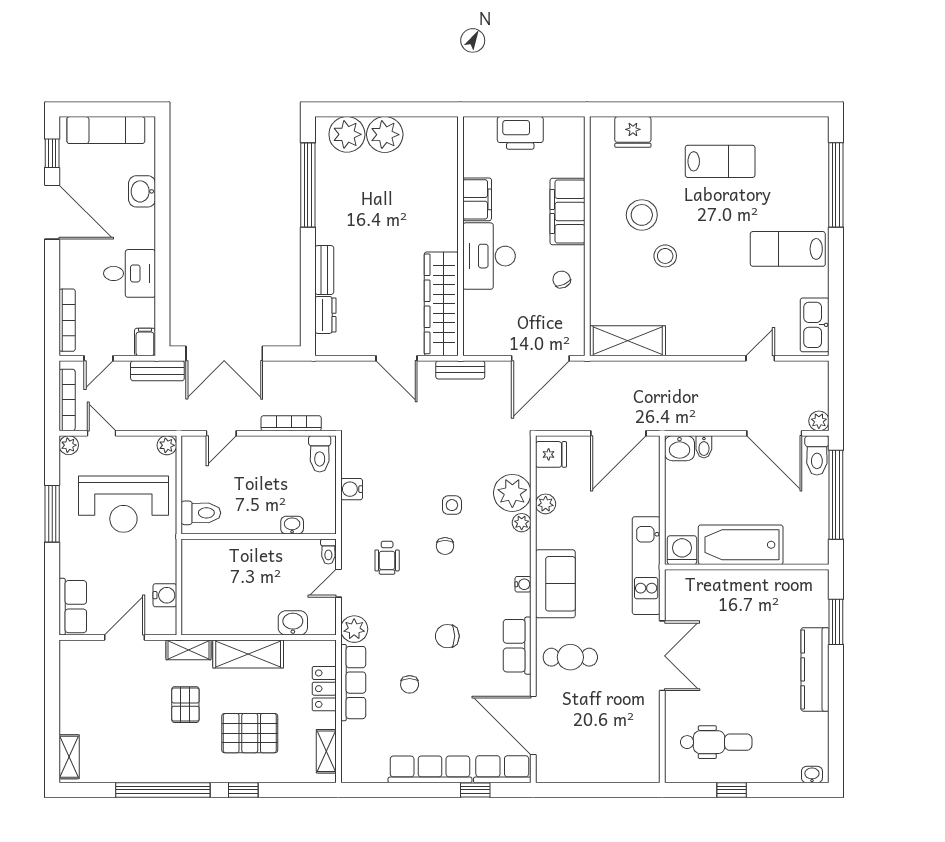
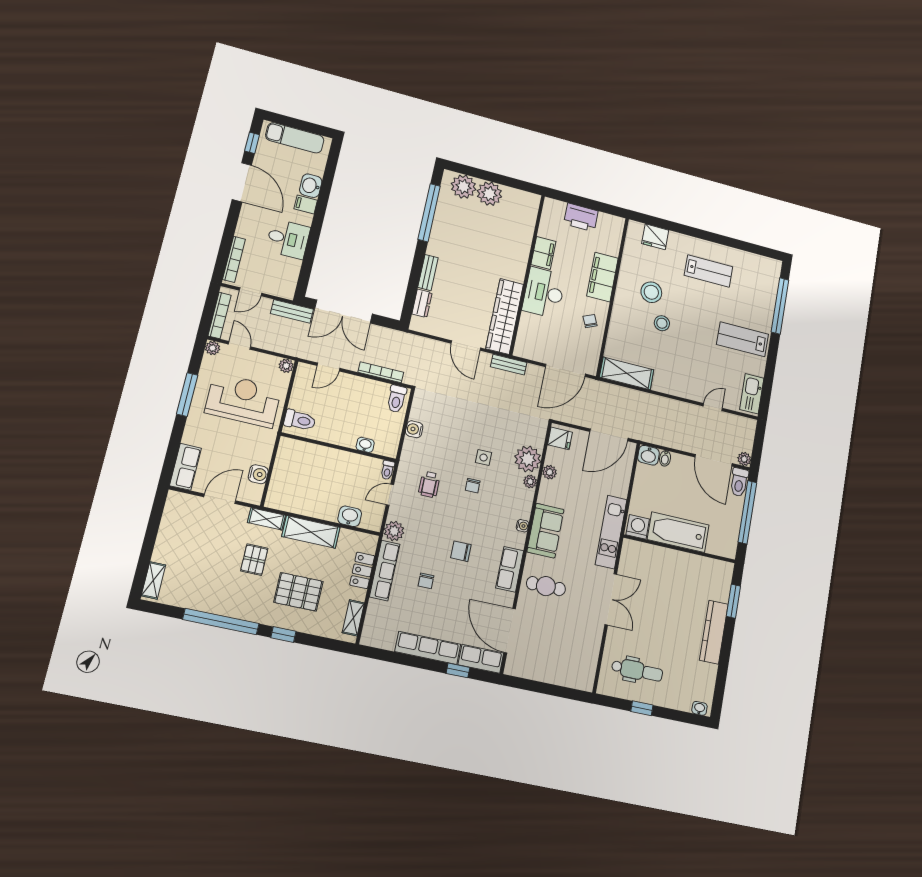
filing cabinet: (145, 342) -> (306, 204), moved, turned -90
reception desk: (123, 504) -> (243, 400), turned 180

